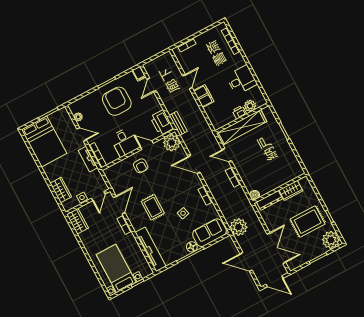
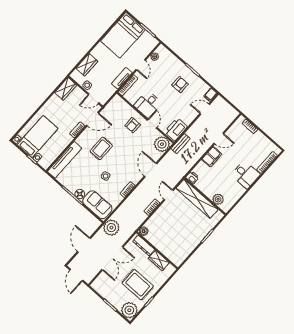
desk: (242, 80) -> (246, 175), moved
armchair: (117, 101) -> (180, 85), width x0.53, depth x0.53
printer: (239, 112) -> (192, 177), moved
double door: (276, 248) -> (112, 258), moved

